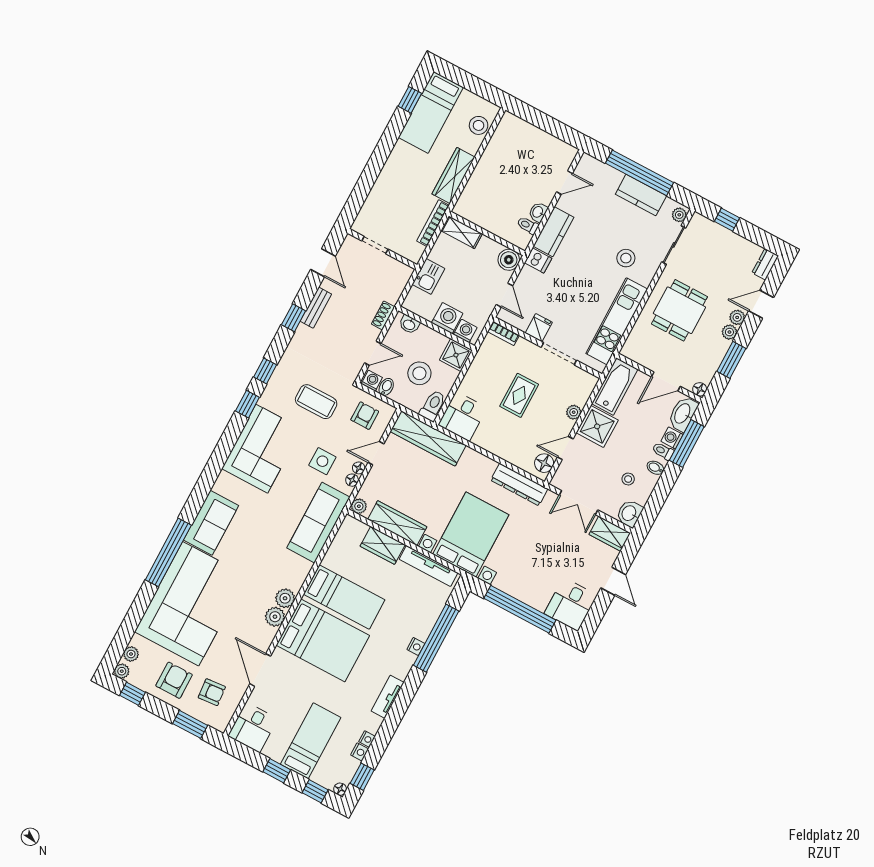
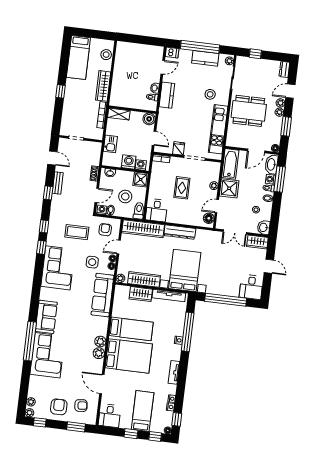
window: (410, 100) -> (61, 91), moved
dishwasher: (538, 260) -> (172, 53), moved
dining table: (679, 310) -> (249, 111), width x1.38
dresser: (519, 485) -> (180, 232), moved
corner sofa: (191, 604) -> (48, 355), width x0.73, depth x0.74

